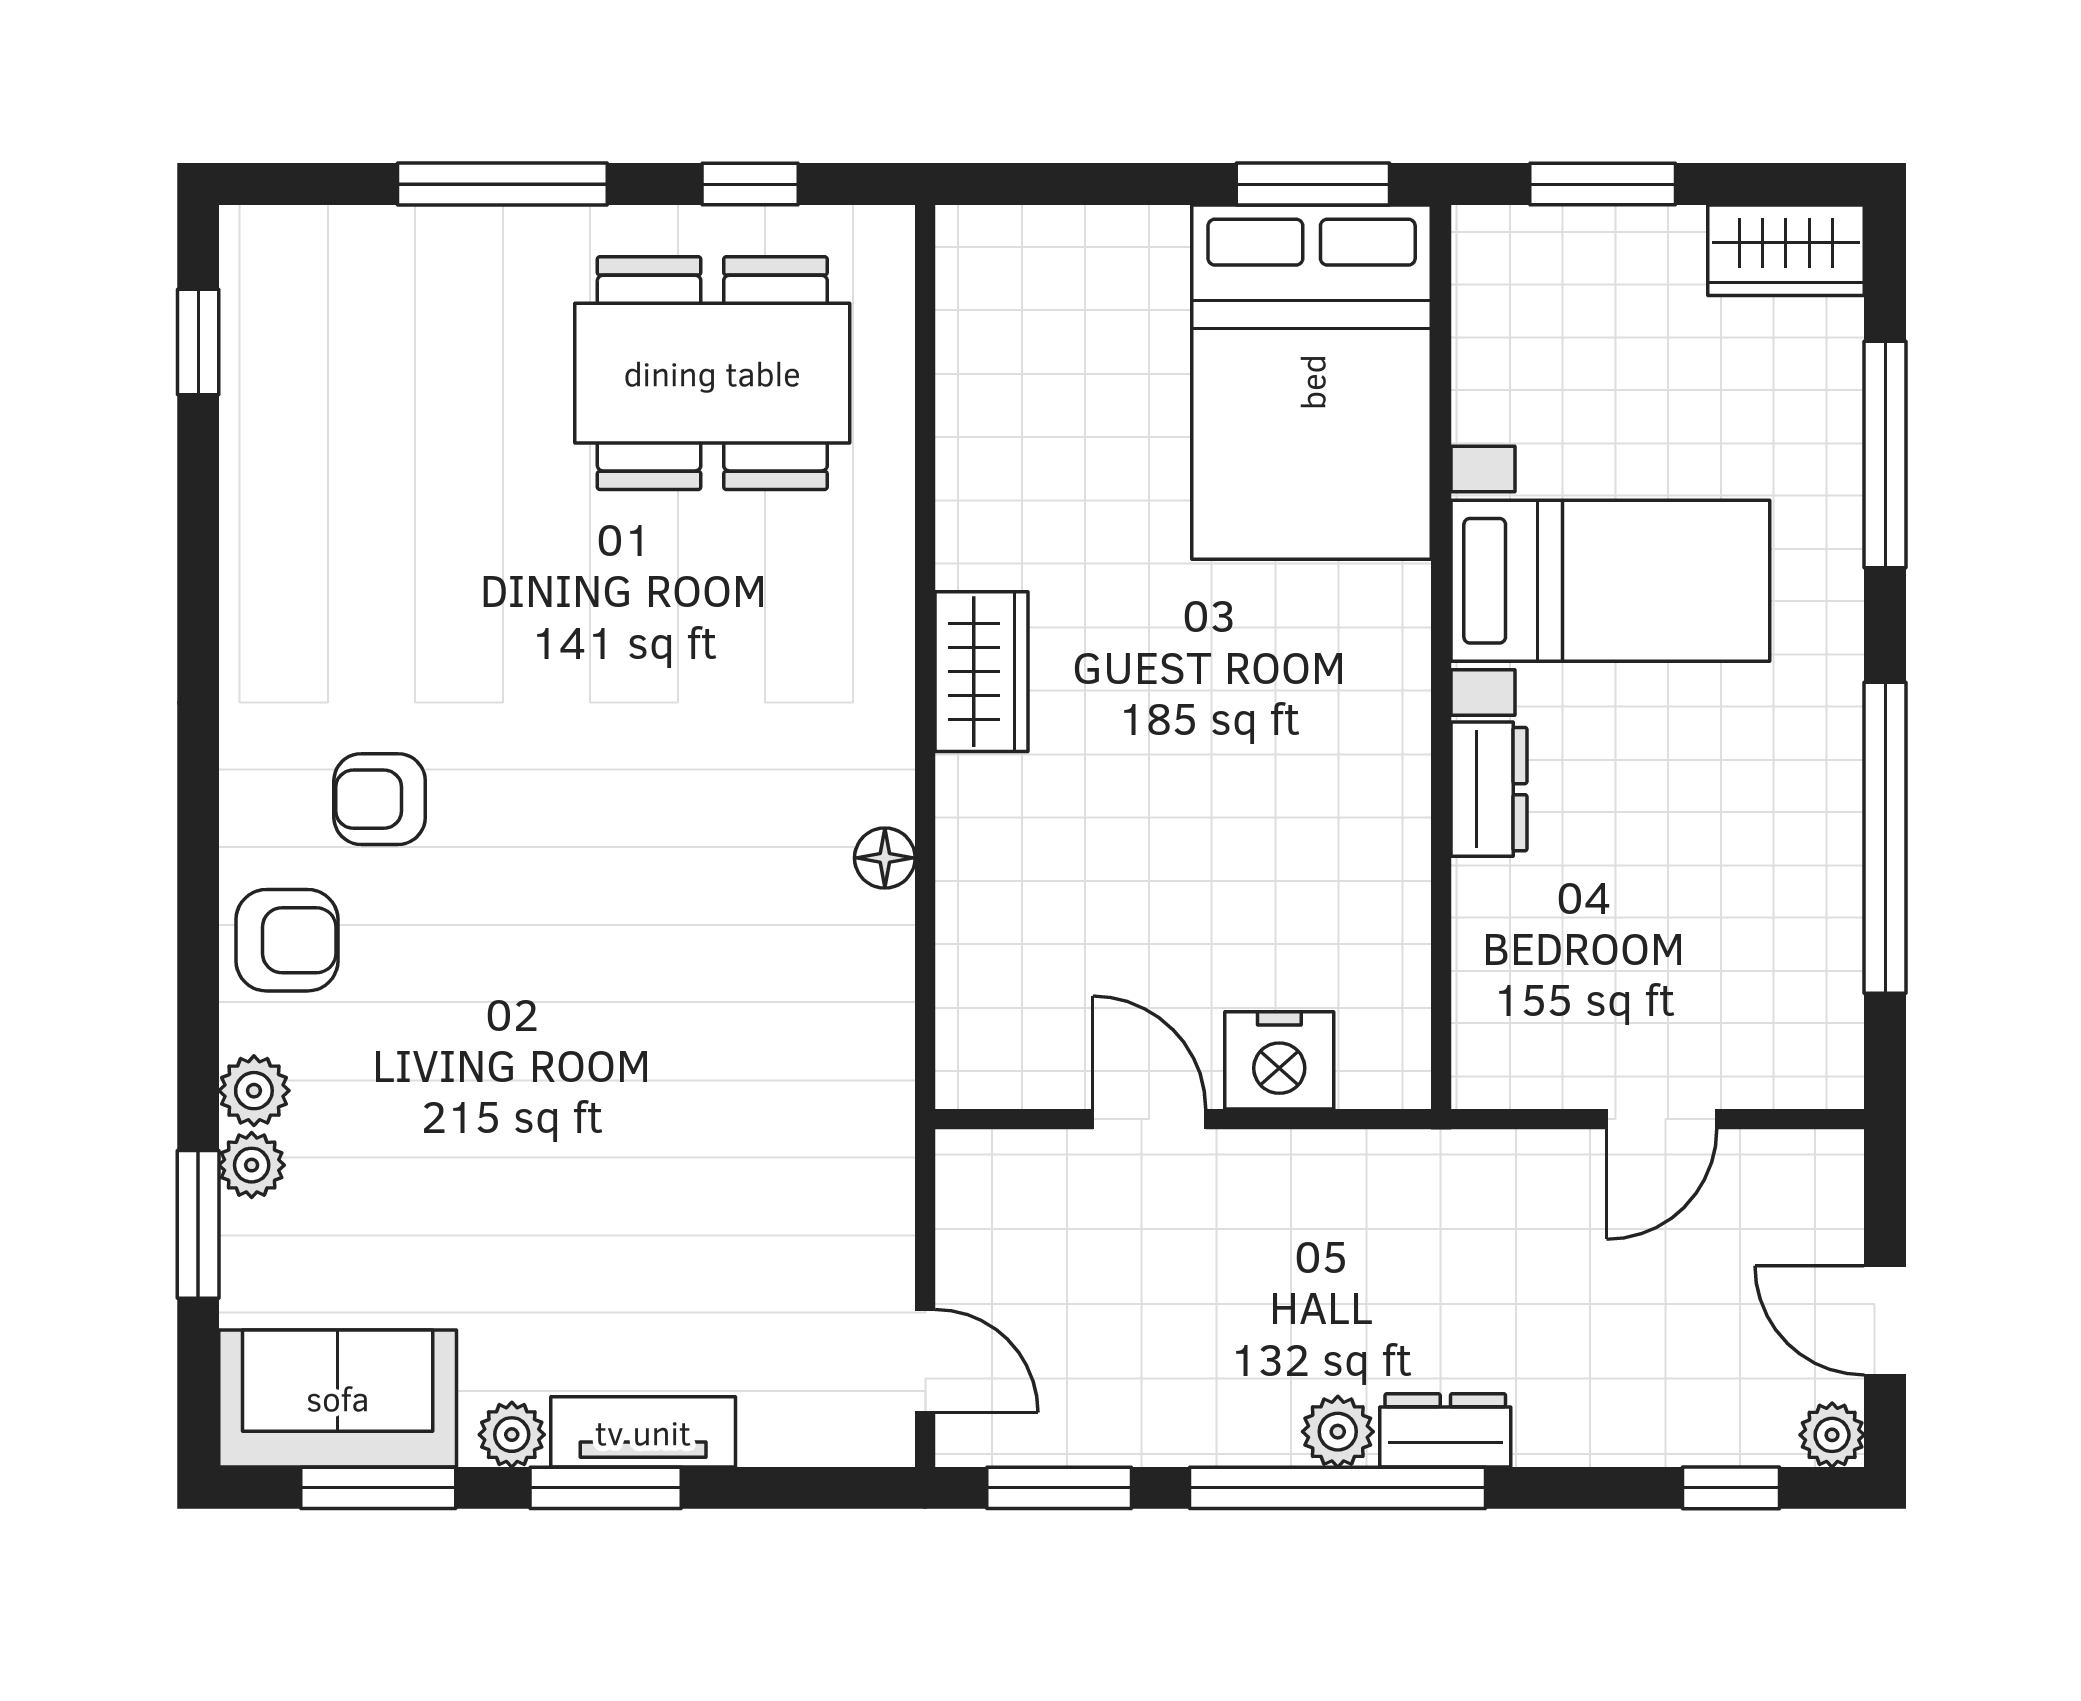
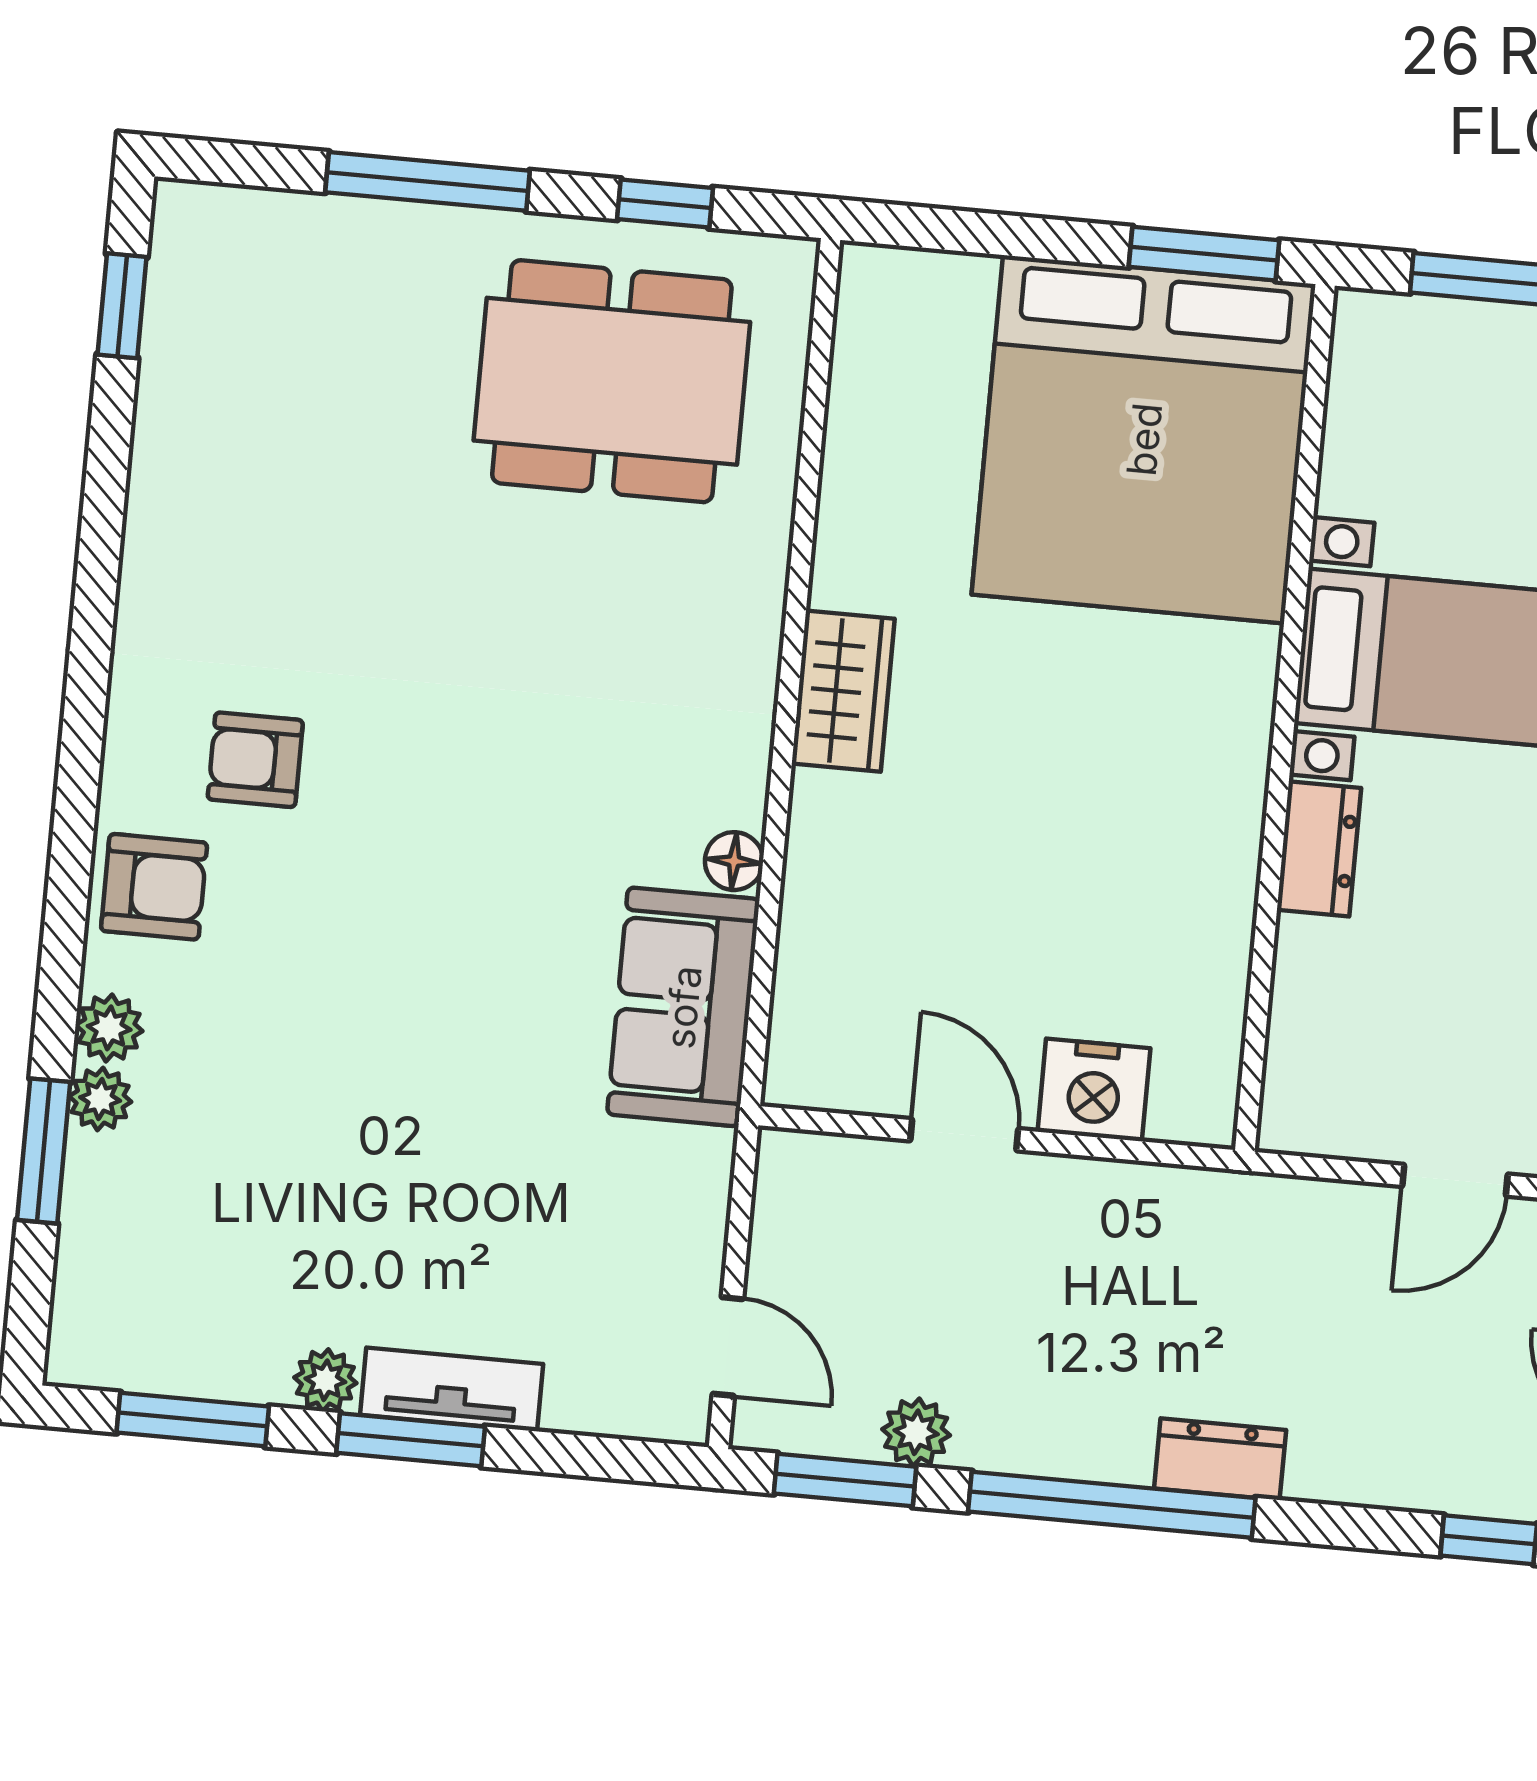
bed: (1312, 382) -> (1144, 439), width x1.36
sofa: (338, 1398) -> (683, 1007), moved, turned -90
plant: (1338, 1432) -> (916, 1432), moved

